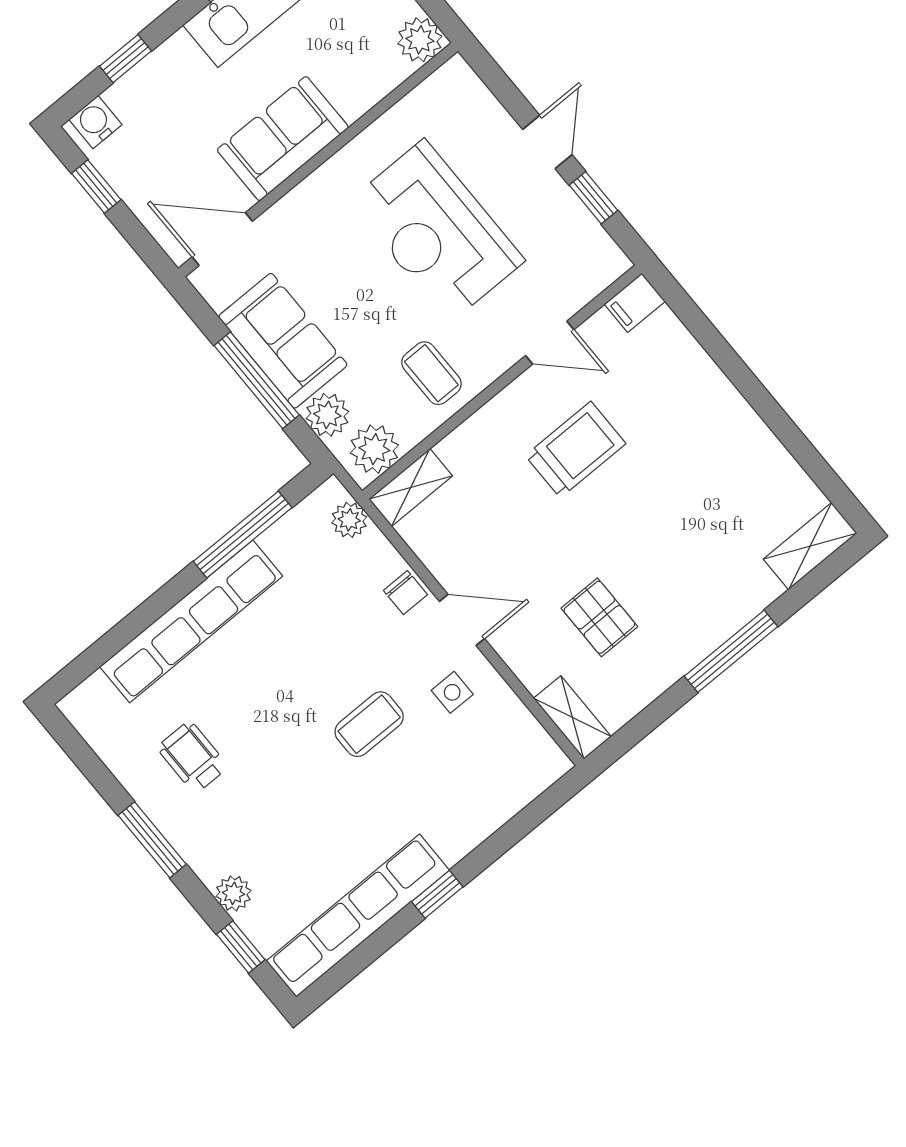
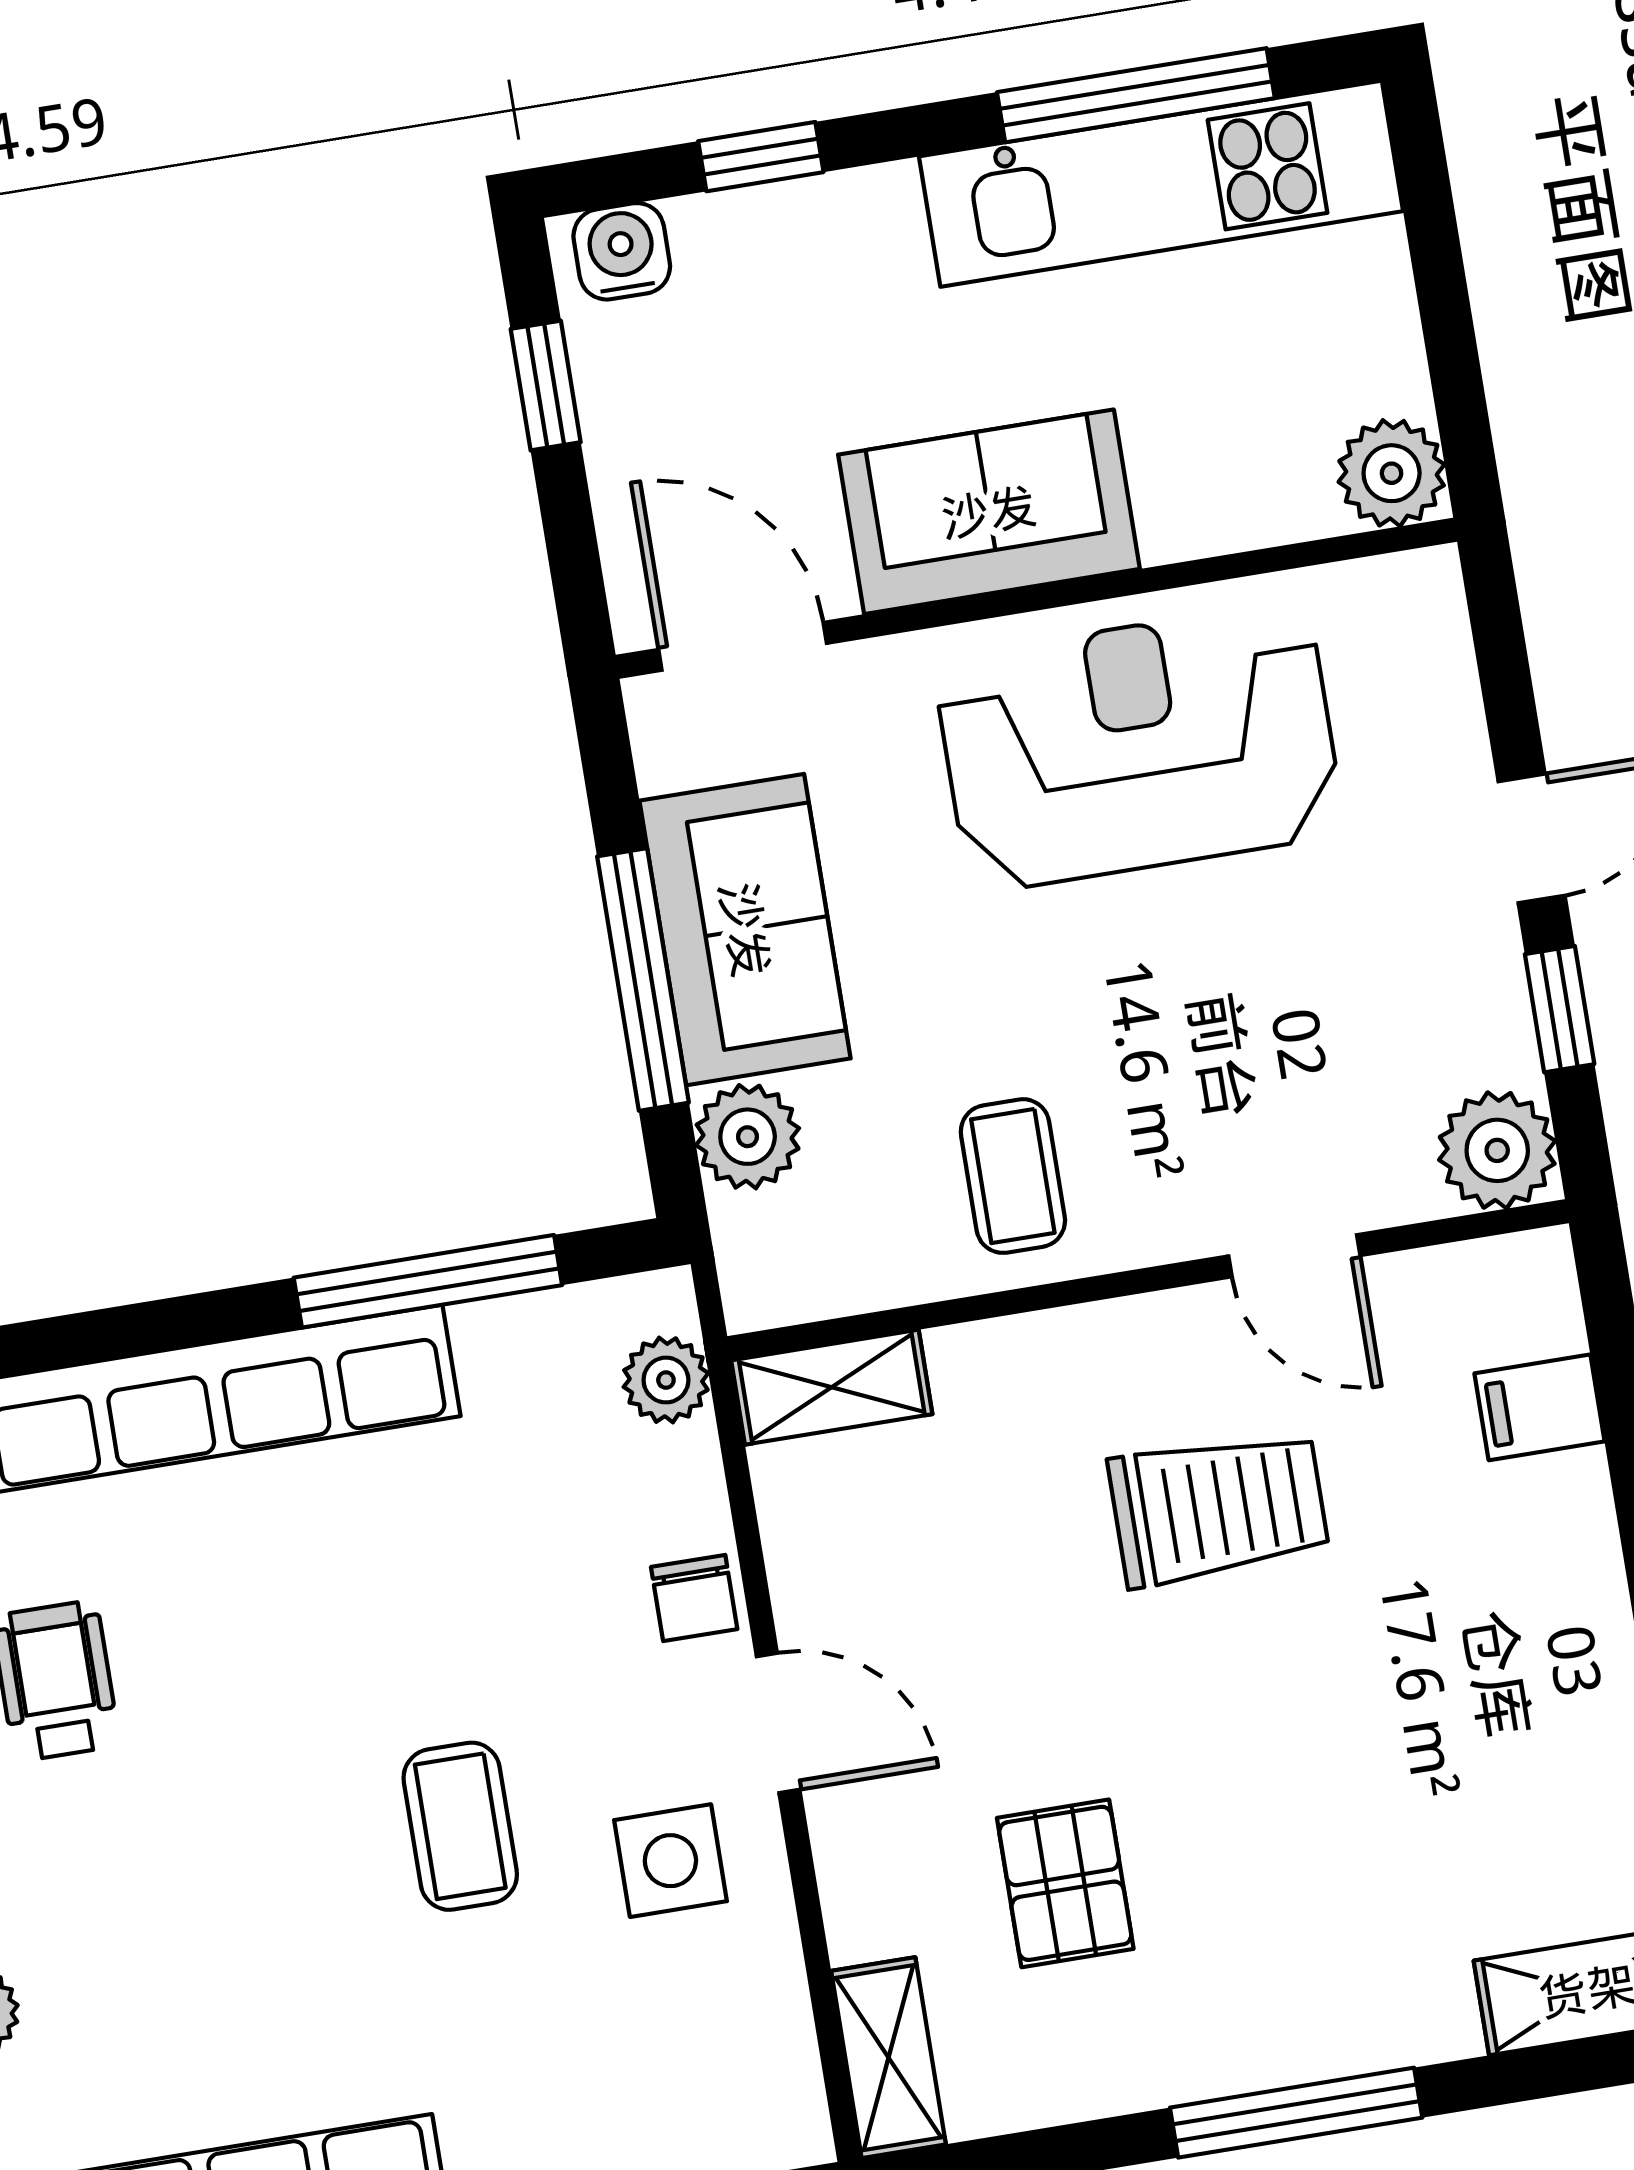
reception desk: (437, 231) -> (1139, 747), moved, turned 90
filing cabinet: (635, 303) -> (1540, 1407), moved
plant: (374, 449) -> (1497, 1150), moved
side table: (452, 692) -> (670, 1861), width x1.37, depth x1.37
coffee table: (369, 724) -> (460, 1826), turned 90

